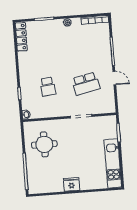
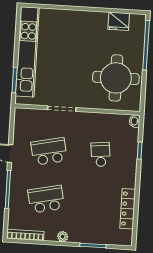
locker: (21, 37) -> (128, 209), moved
school desk: (83, 48) -> (46, 199), added
round table: (44, 144) -> (116, 78), width x1.36, depth x1.36
kitchen unit: (113, 163) -> (27, 52), width x1.36
fridge: (72, 184) -> (119, 21), moved

